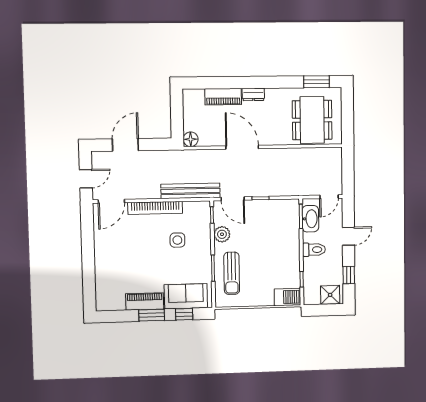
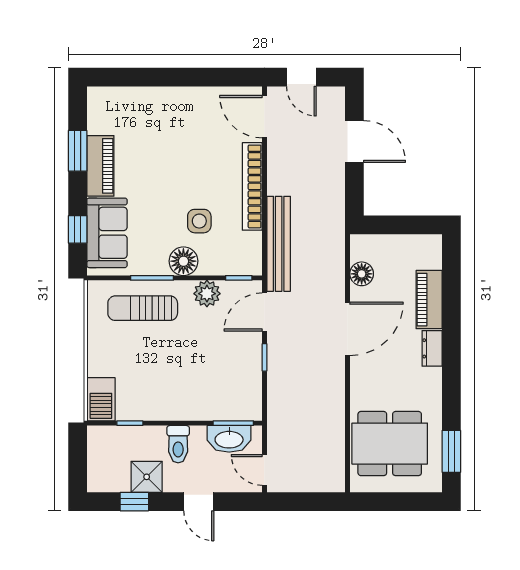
floor lamp: (191, 139) -> (362, 274), moved
floor lamp: (202, 249) -> (183, 261), added
shower: (330, 295) -> (147, 477), moved
window: (152, 315) -> (78, 151), moved

